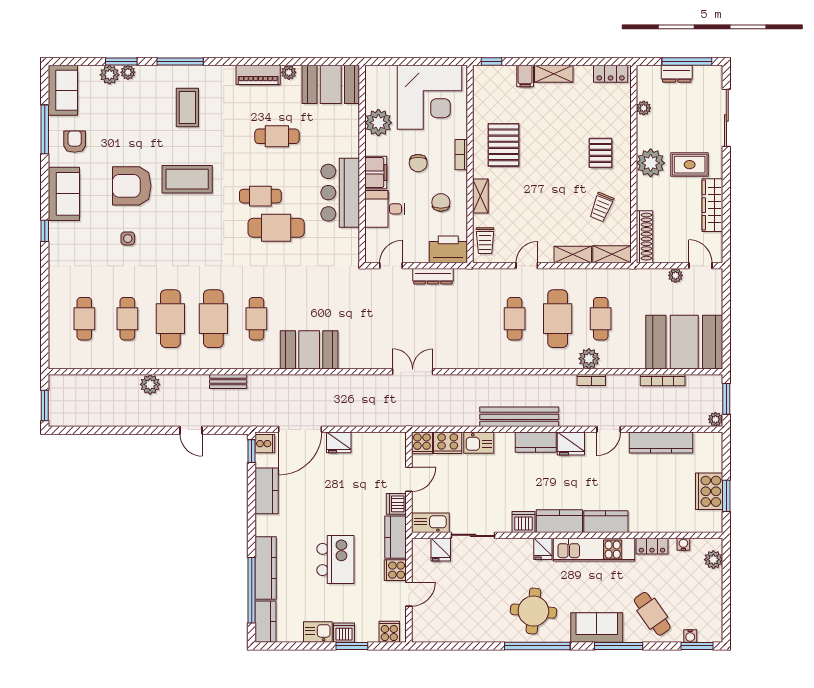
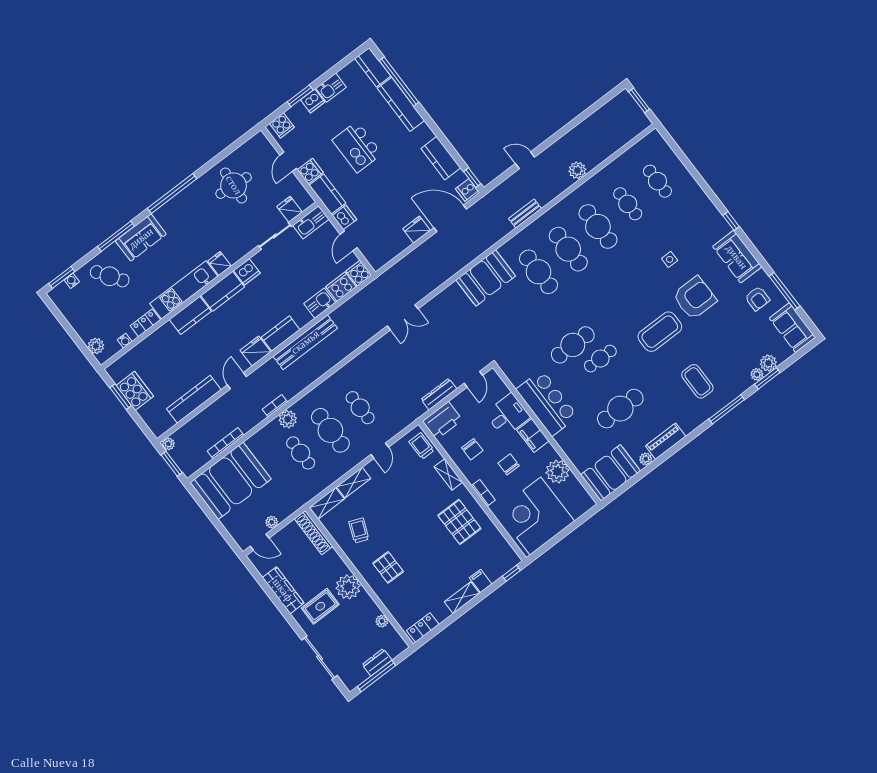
cafe table: (277, 136) -> (620, 409), width x1.37, depth x1.35
cafe table: (256, 319) -> (538, 272), width x1.37, depth x1.35
door: (300, 429) -> (450, 218), hinge flipped
round table: (533, 611) -> (234, 185), moved

